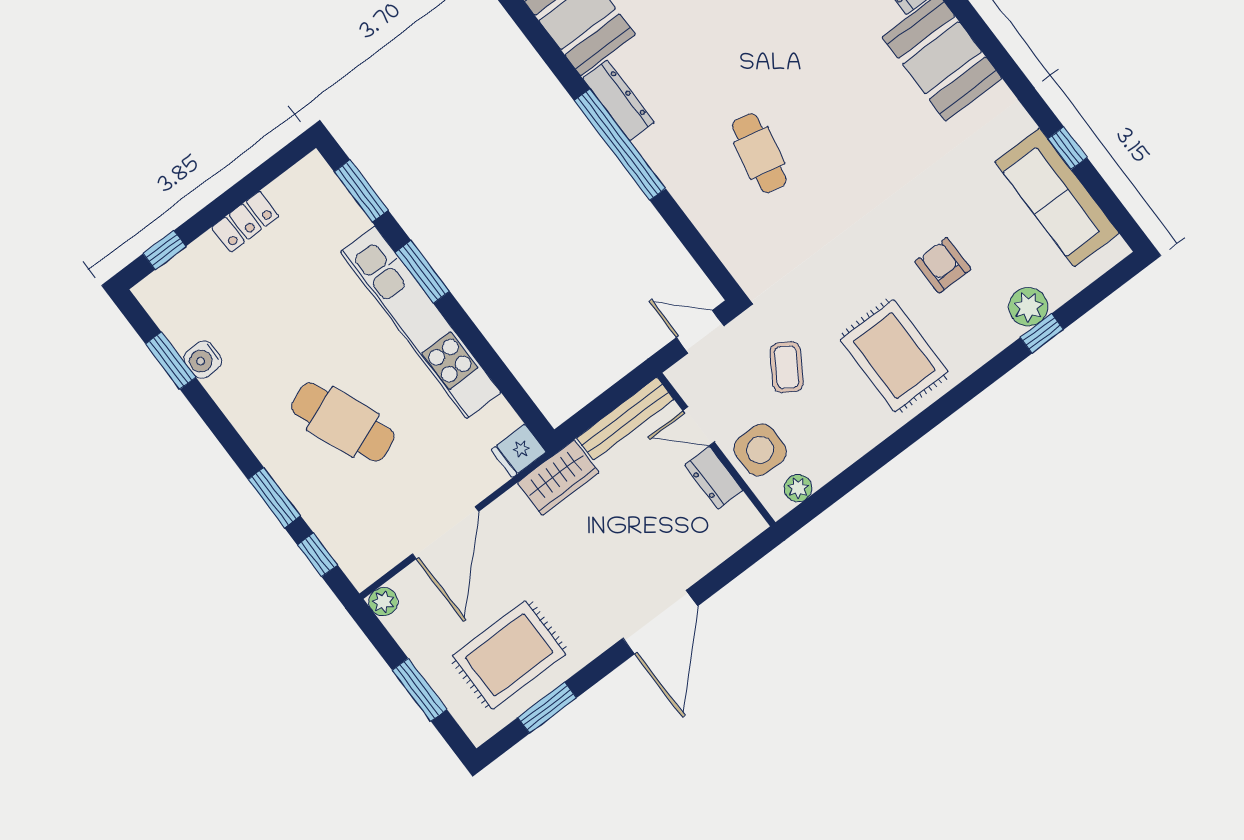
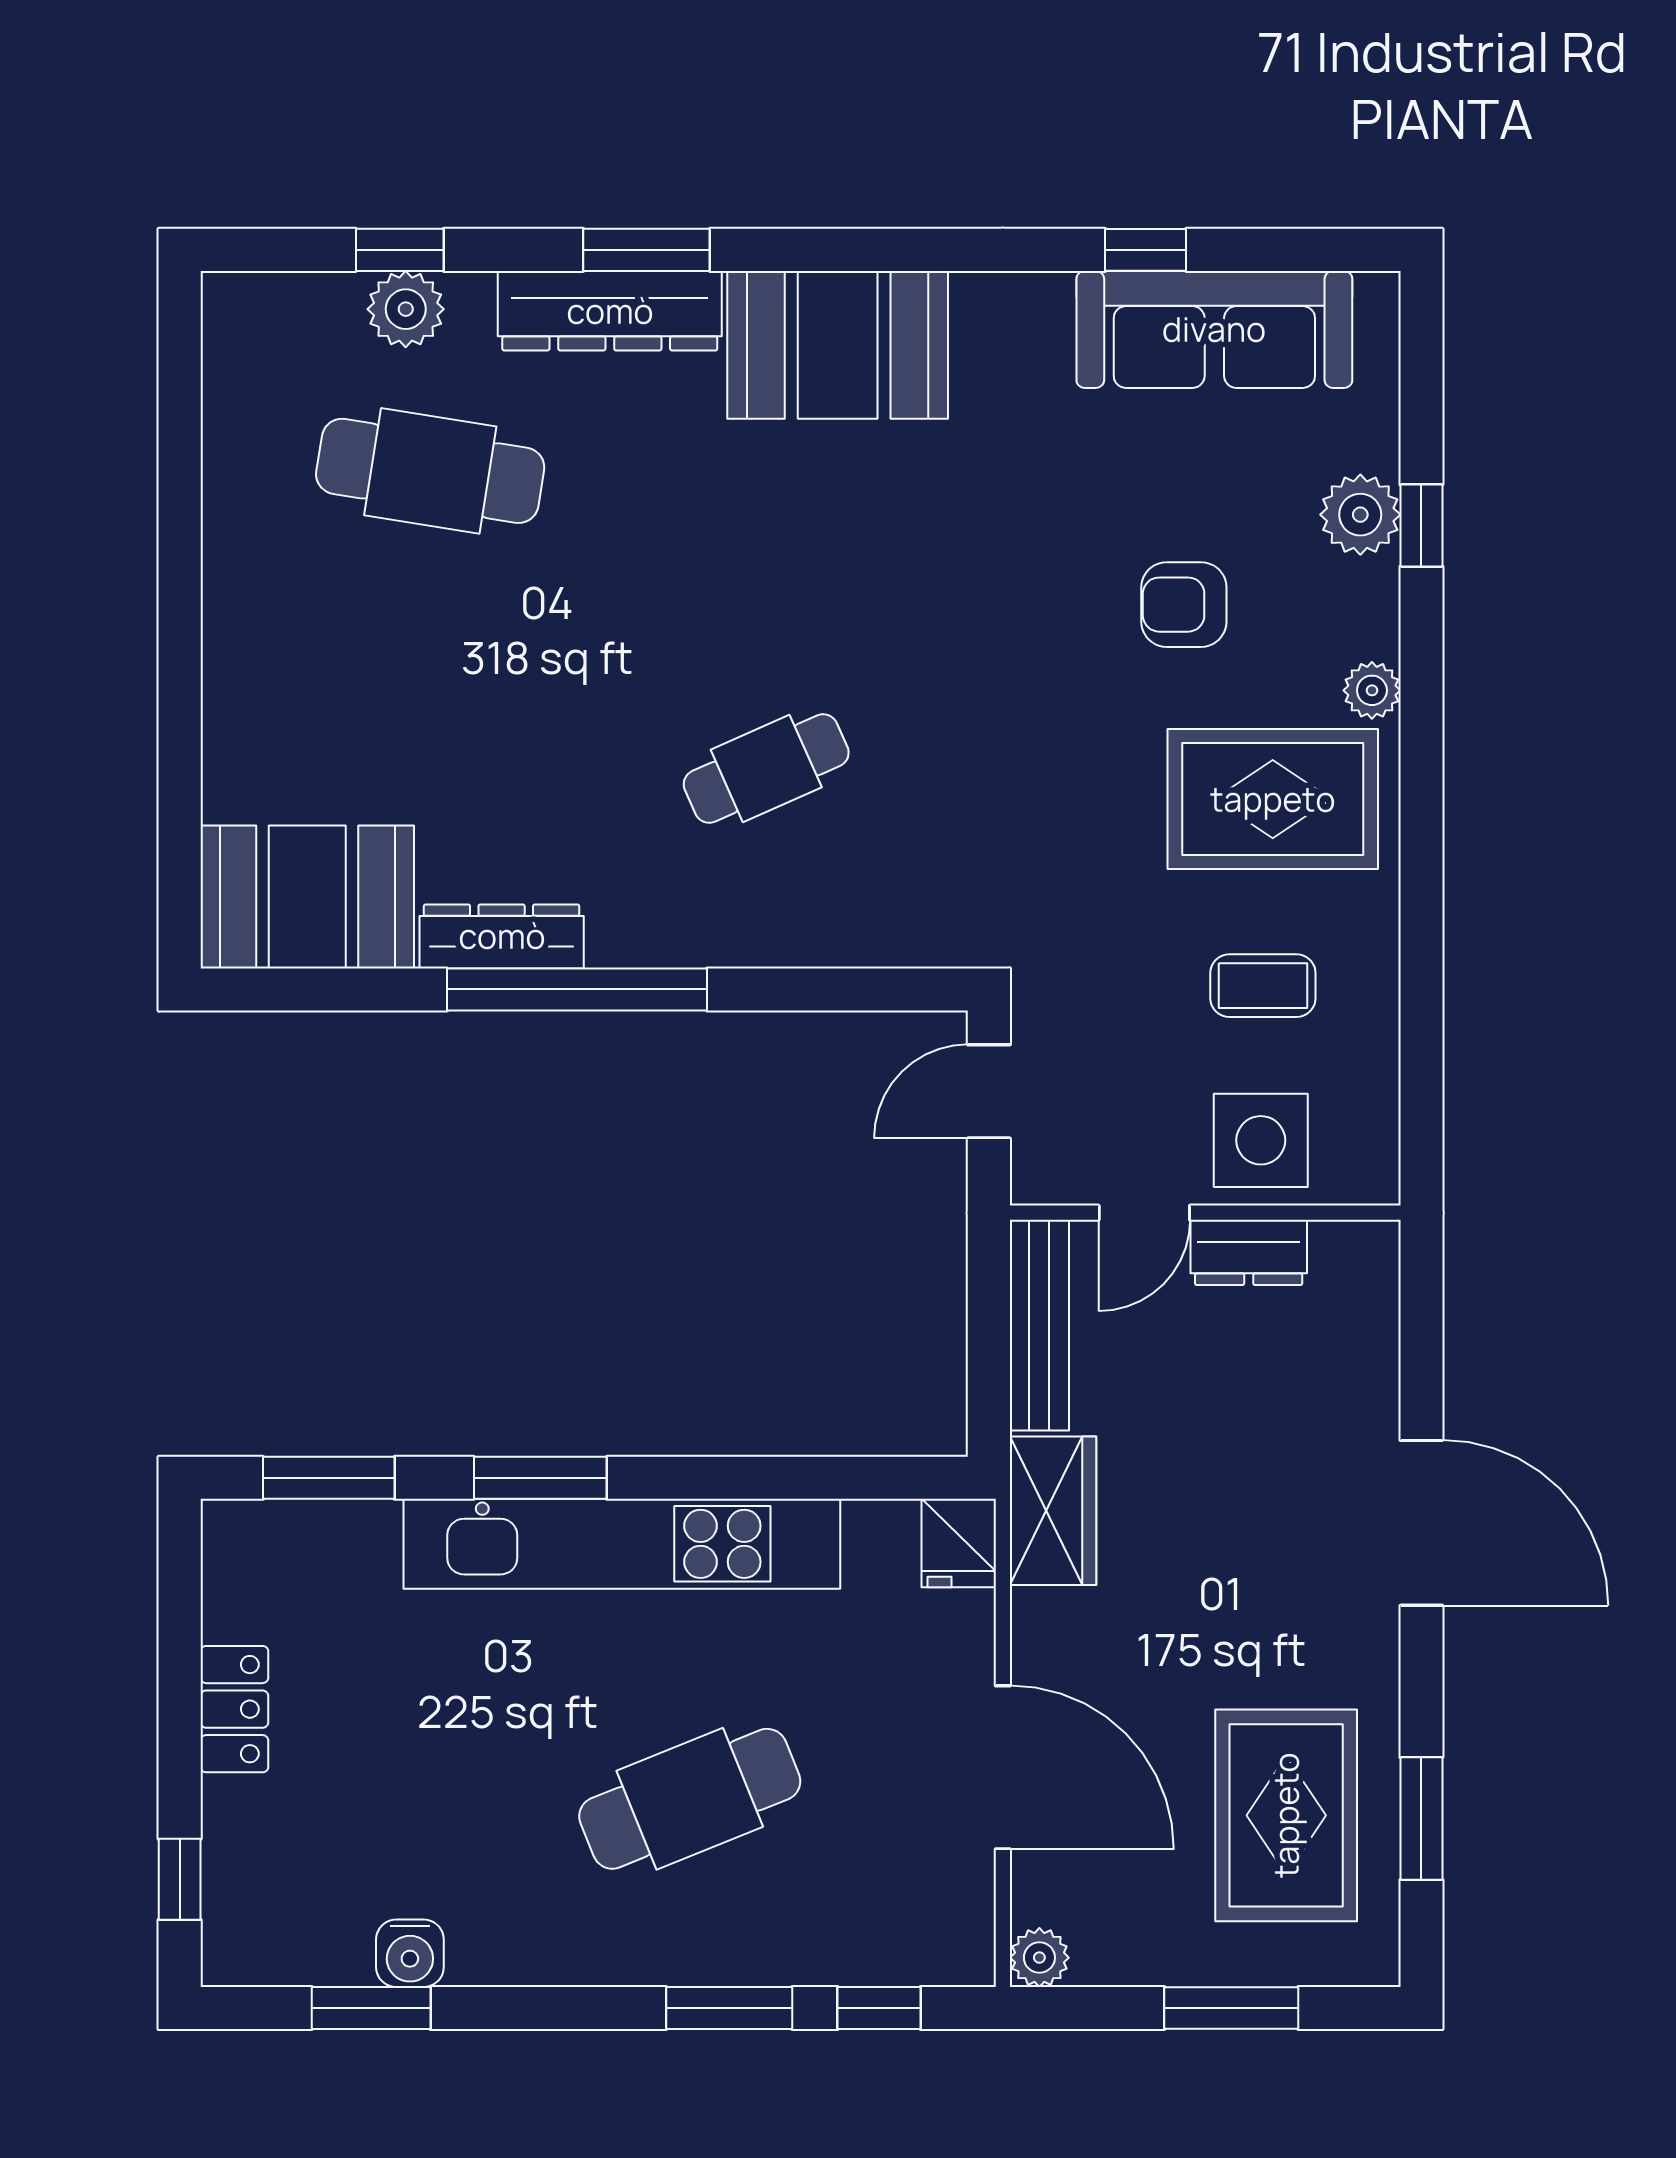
cafe table: (759, 153) -> (766, 768), turned -36
coffee table: (787, 367) -> (1263, 986), moved, turned -32
plant: (798, 488) -> (1372, 690), moved

